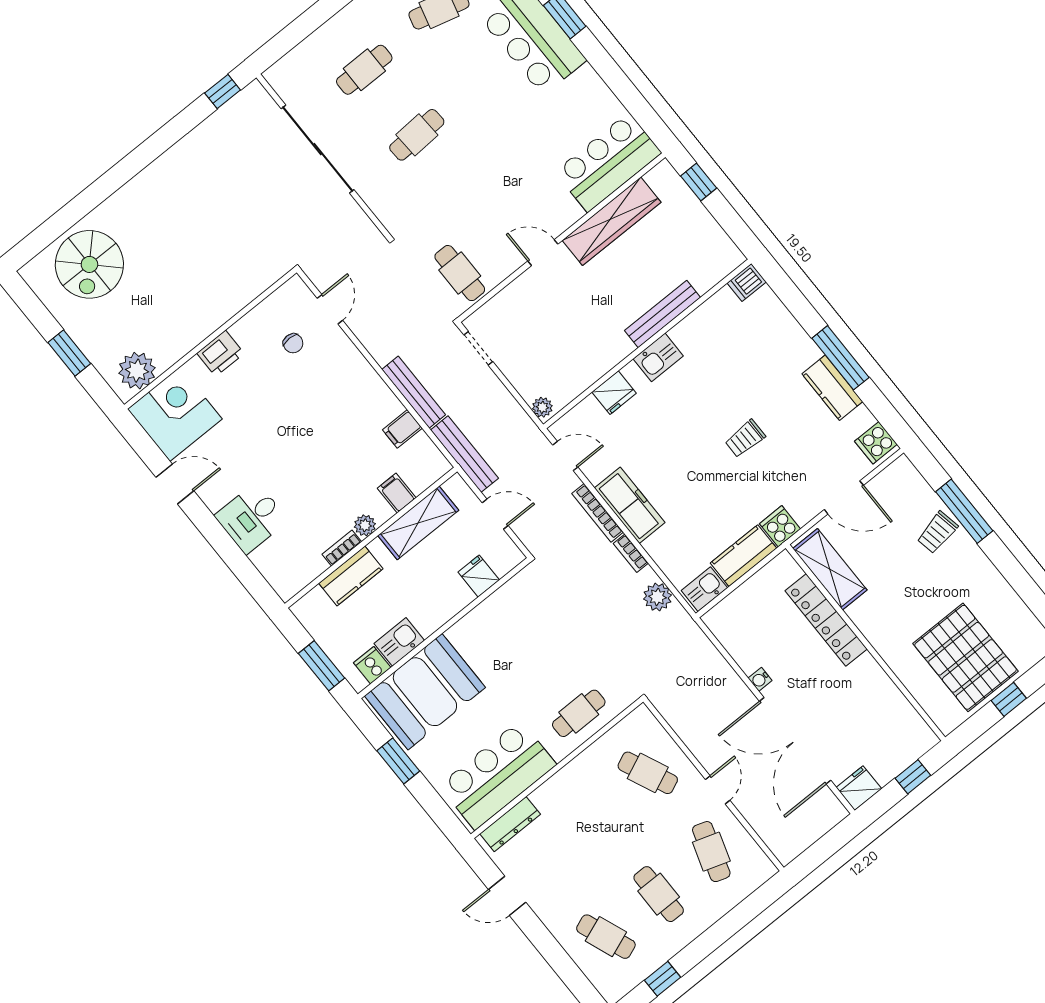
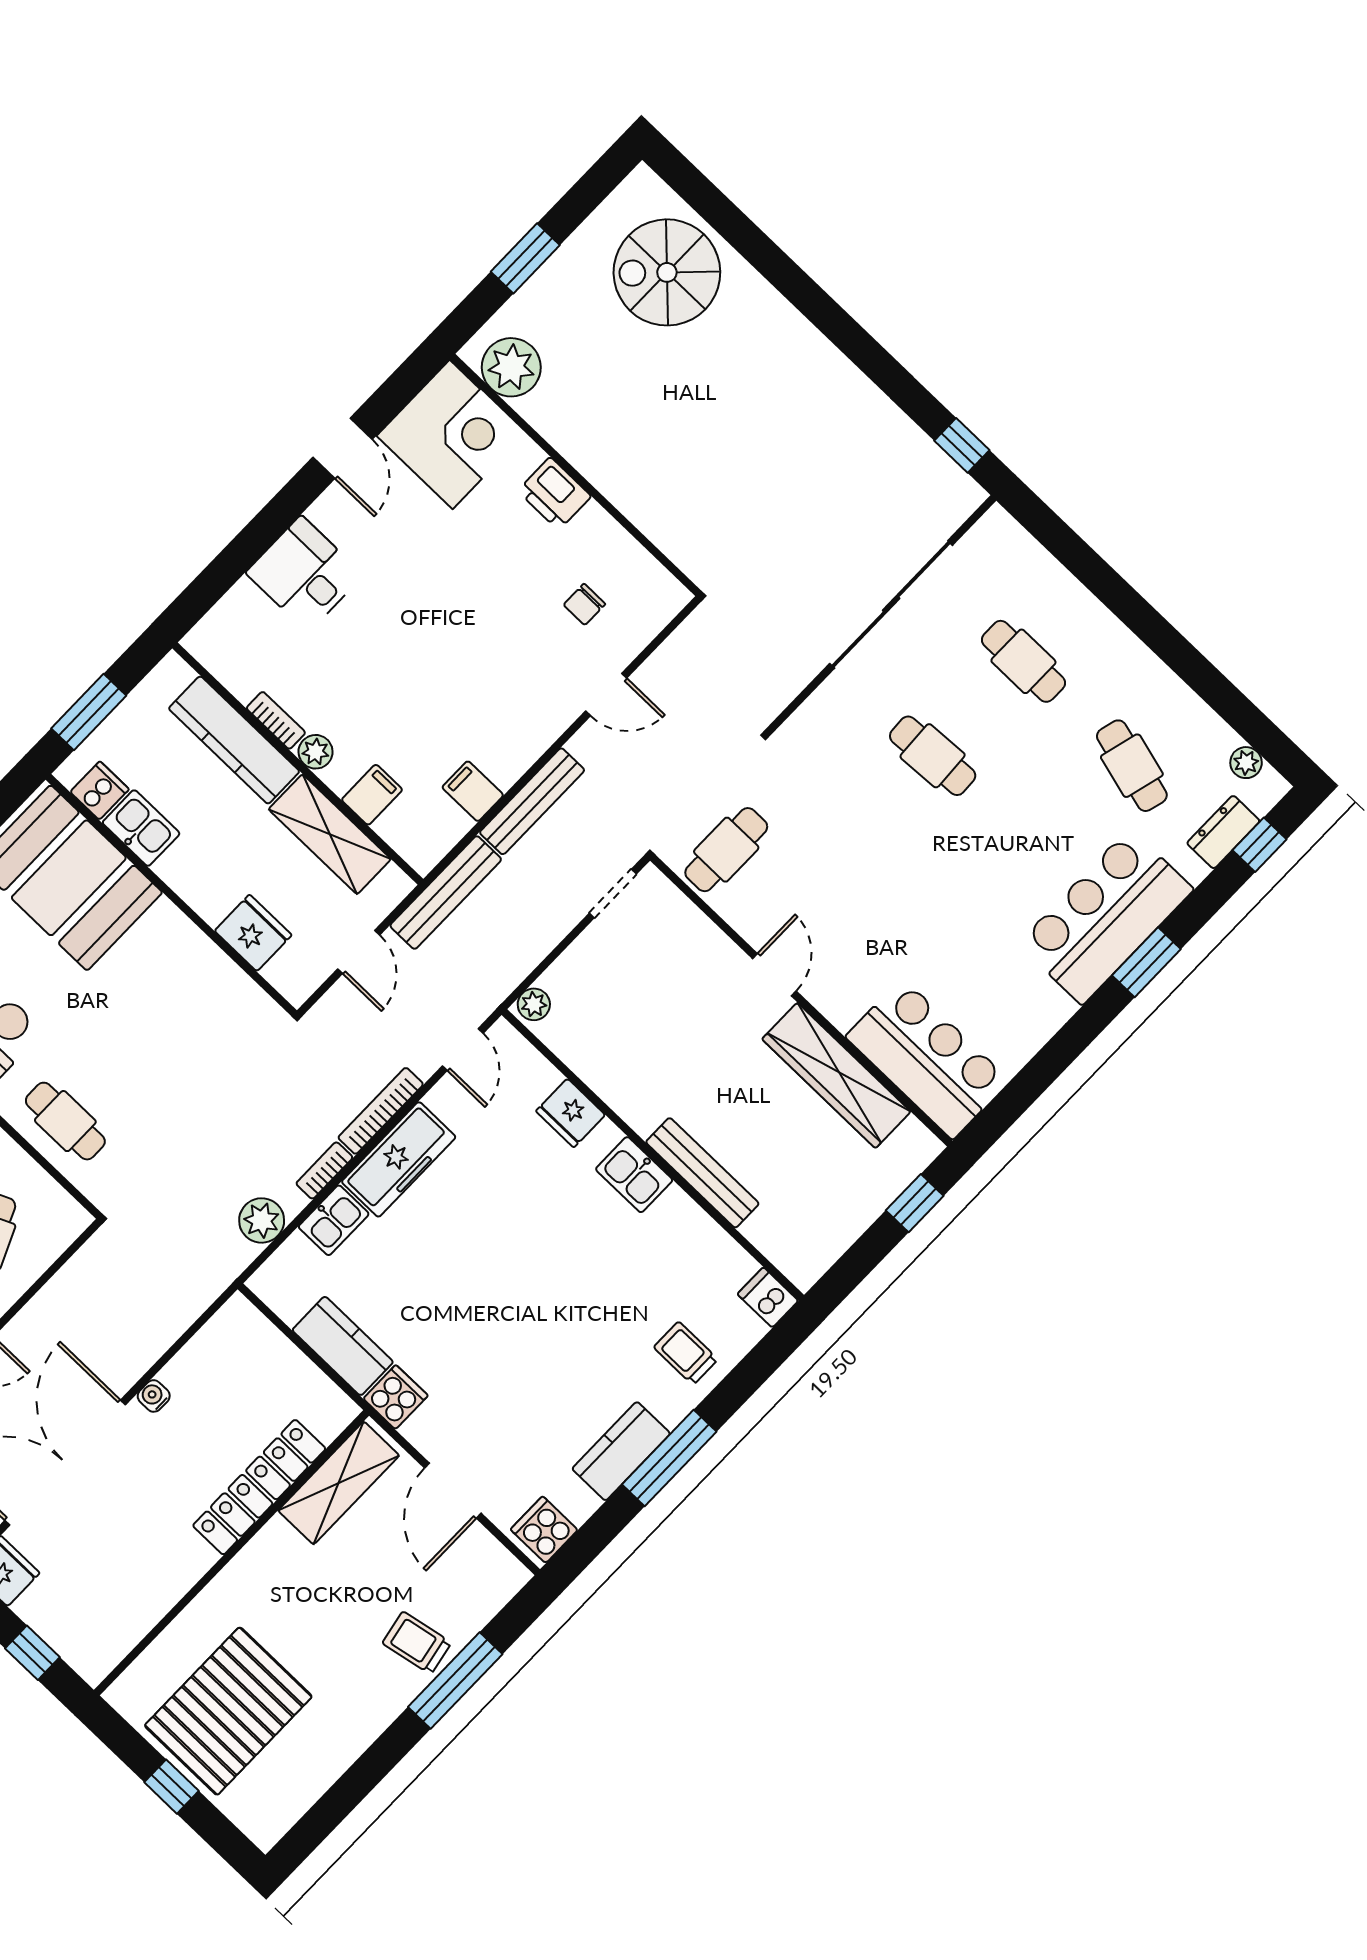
door: (330, 309) -> (606, 695), moved
trolley: (745, 439) -> (686, 1353), moved
kitchen counter: (351, 576) -> (234, 740), width x1.50
fridge: (479, 576) -> (253, 933), width x1.38
kitchen sink: (704, 589) -> (334, 1220), moved, turned 90

